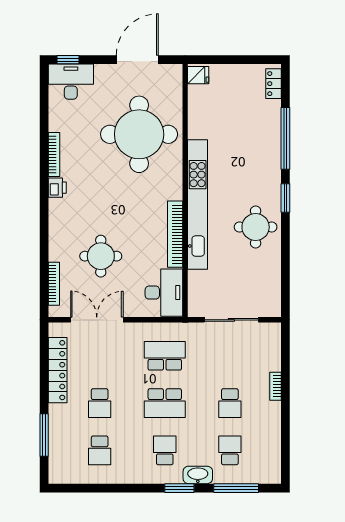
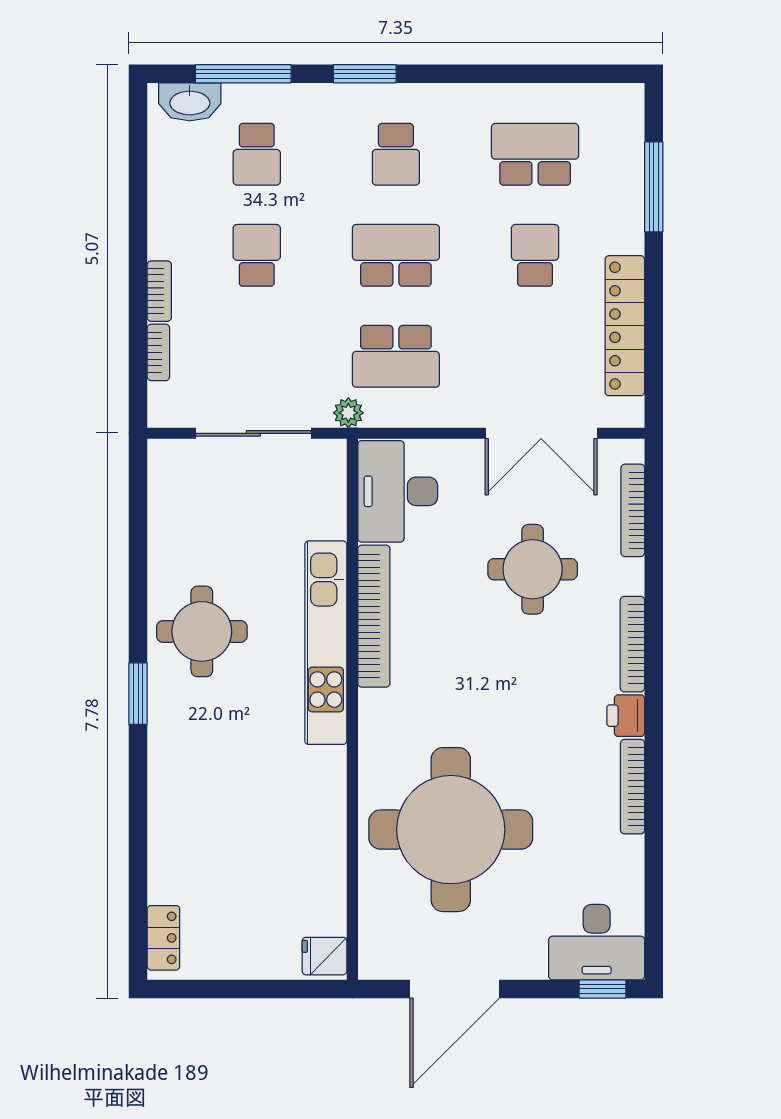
window: (285, 138) -> (138, 821), removed
kitchen unit: (198, 204) -> (326, 643), width x0.73
bookcase: (54, 221) -> (632, 644), added
plant: (187, 329) -> (348, 413), added
bookcase: (276, 358) -> (158, 352), added
school desk: (100, 450) -> (535, 154), width x1.85
washbasin: (198, 475) -> (190, 102), moved

